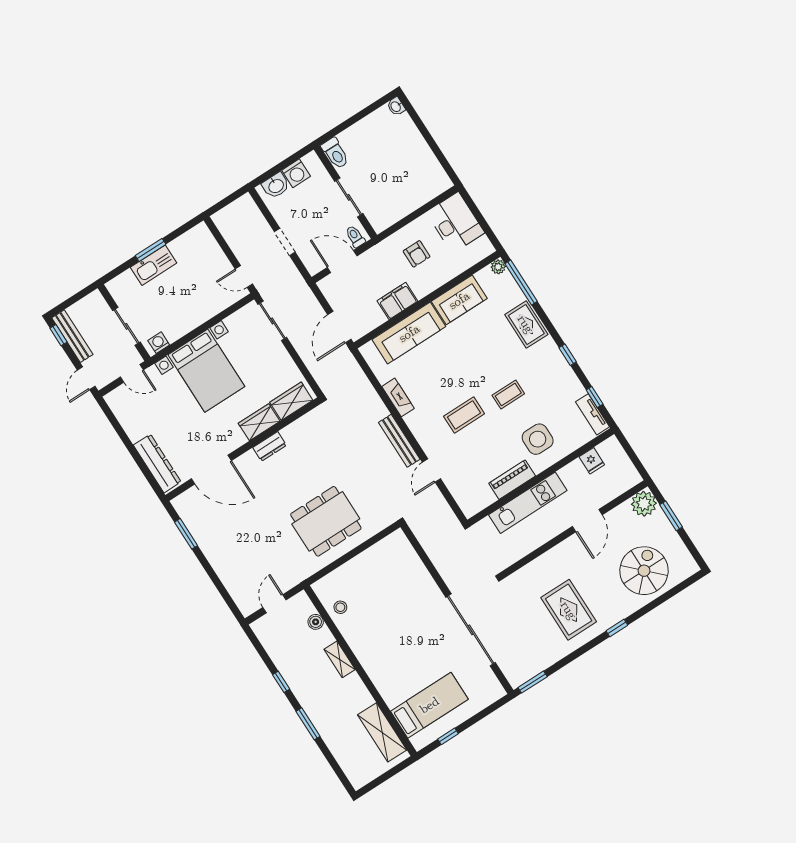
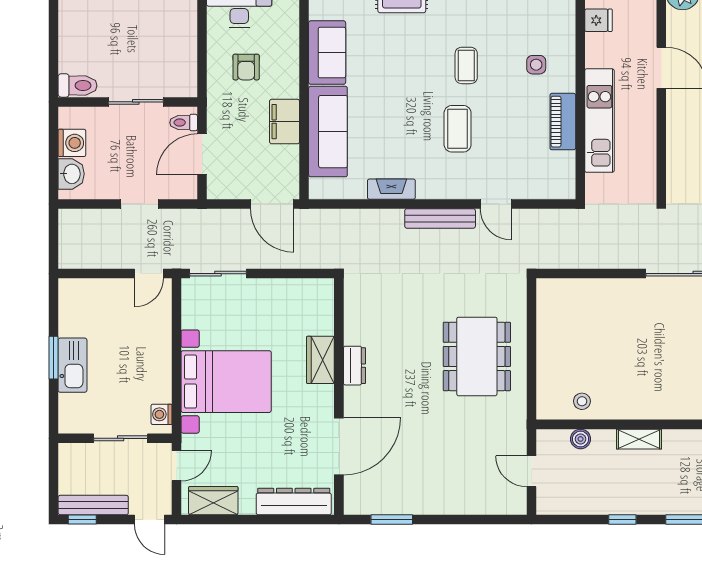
armchair: (417, 254) -> (246, 67), turned 90
wardrobe: (291, 401) -> (213, 501), moved, turned 90
side table: (538, 439) -> (536, 65), width x0.54, depth x0.54

